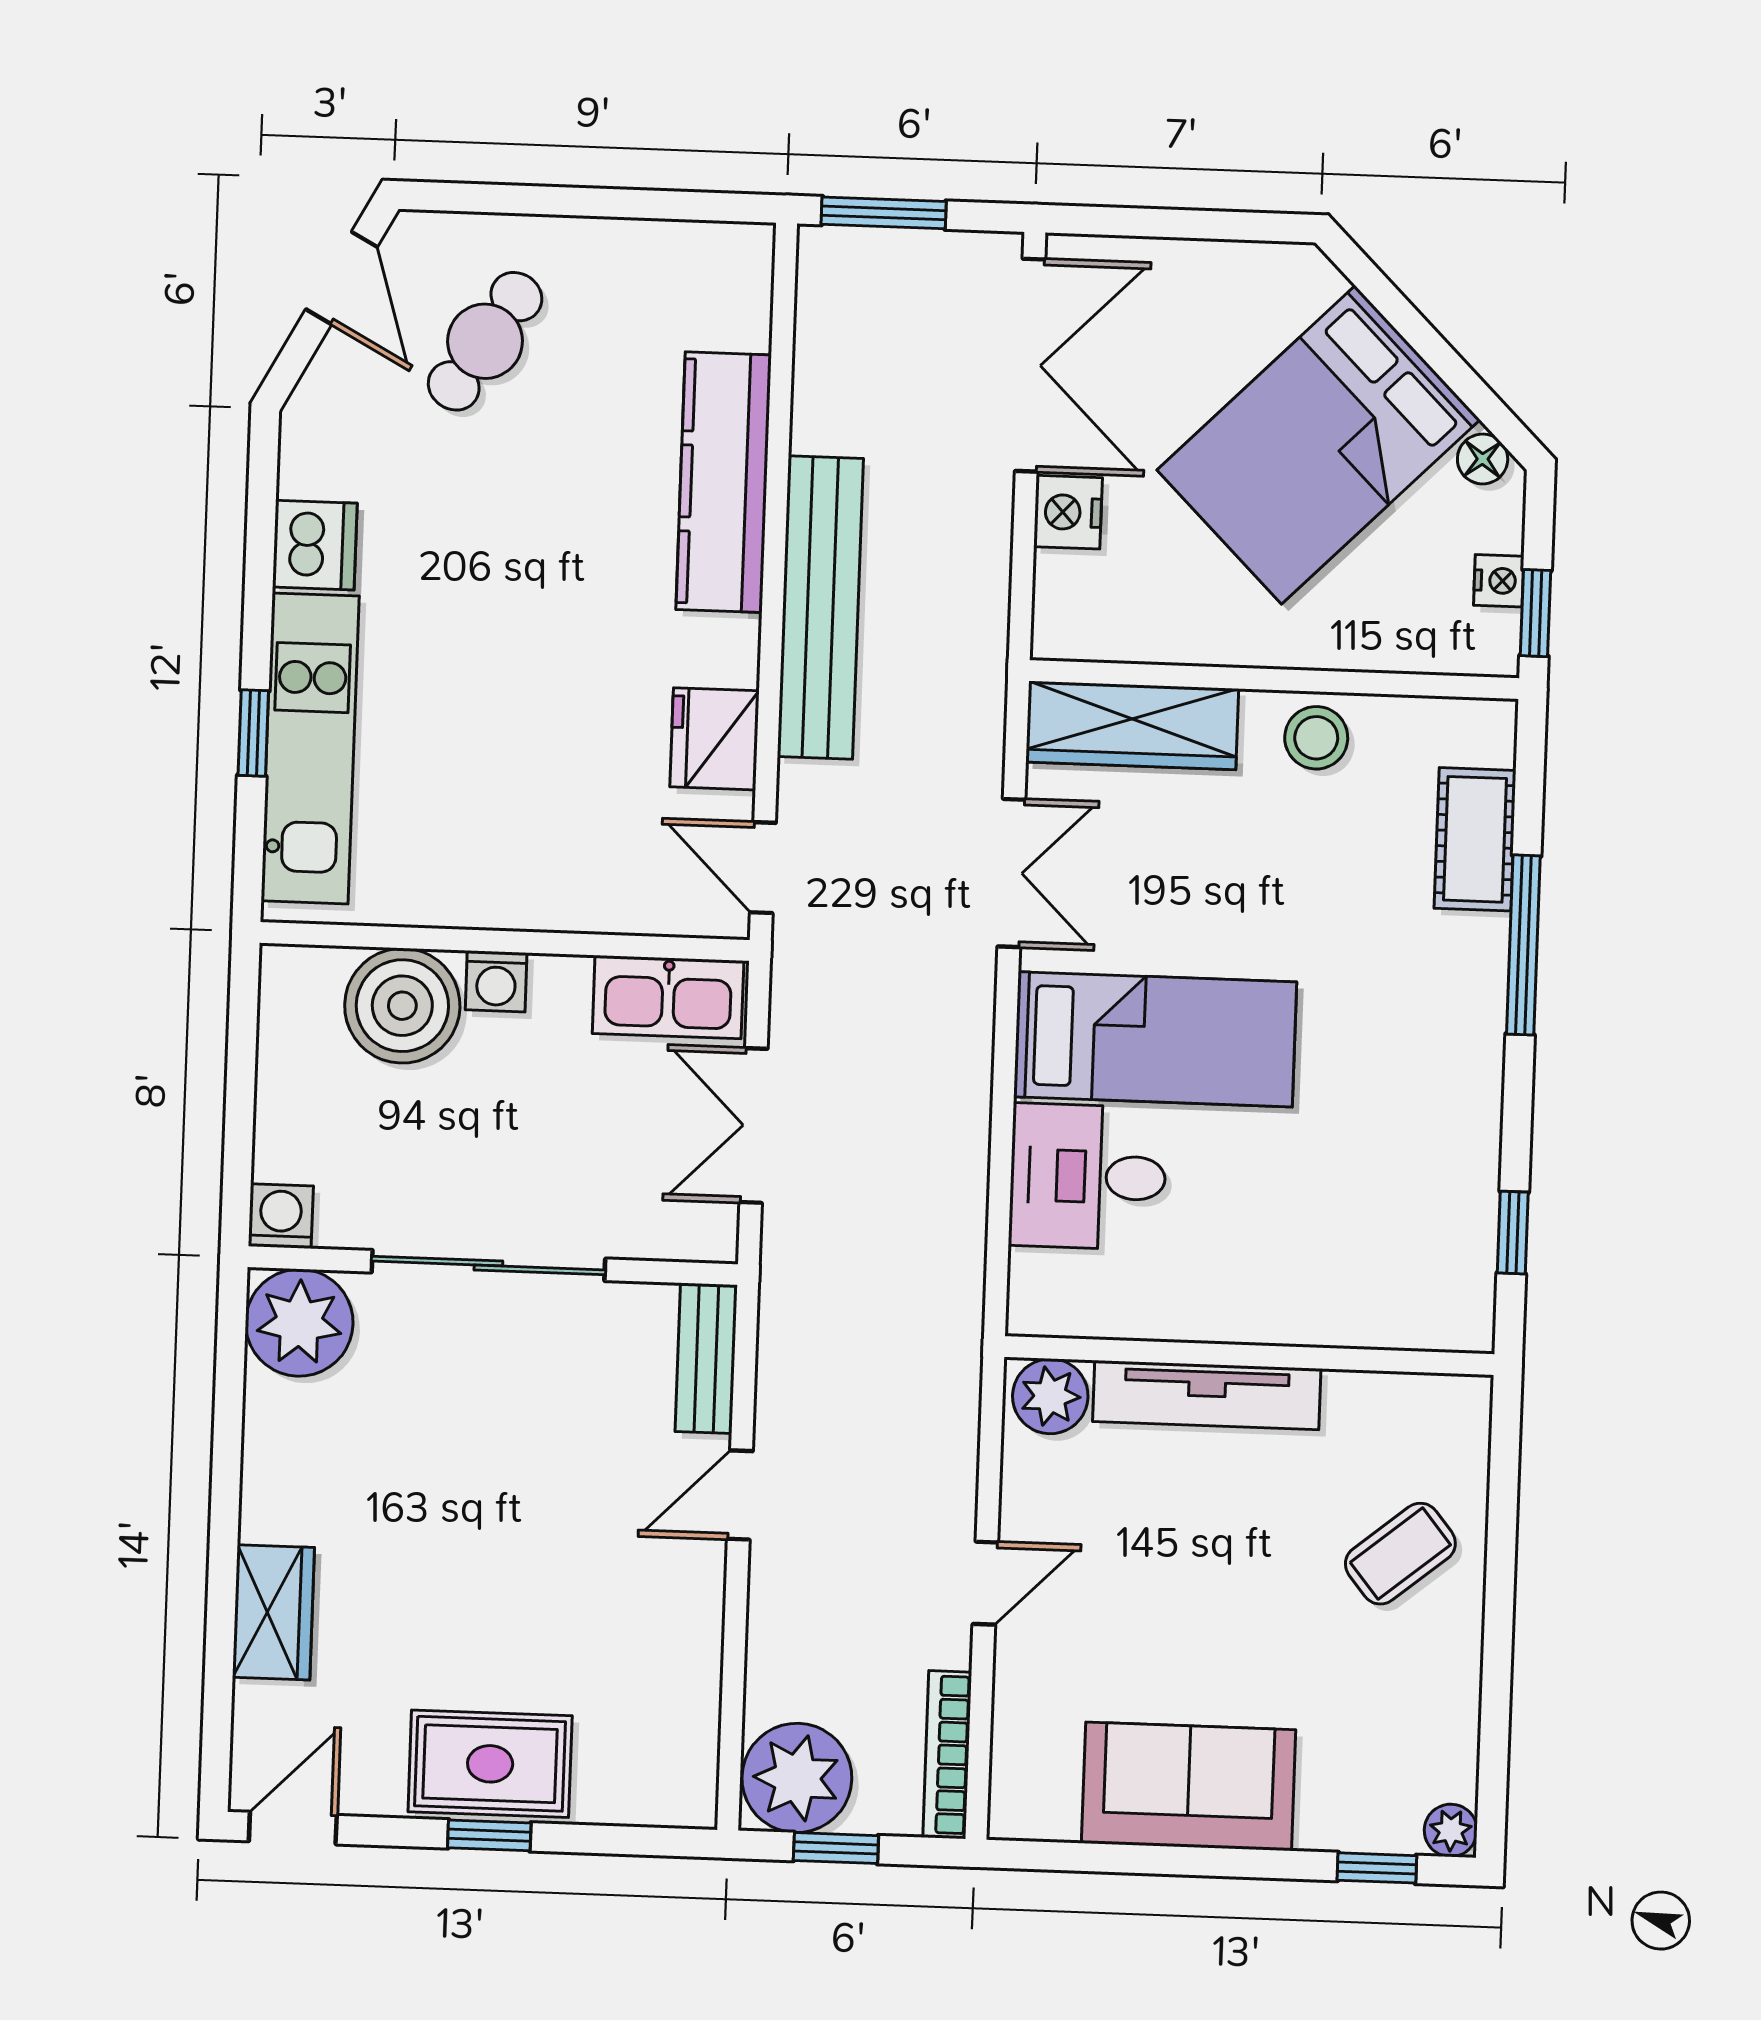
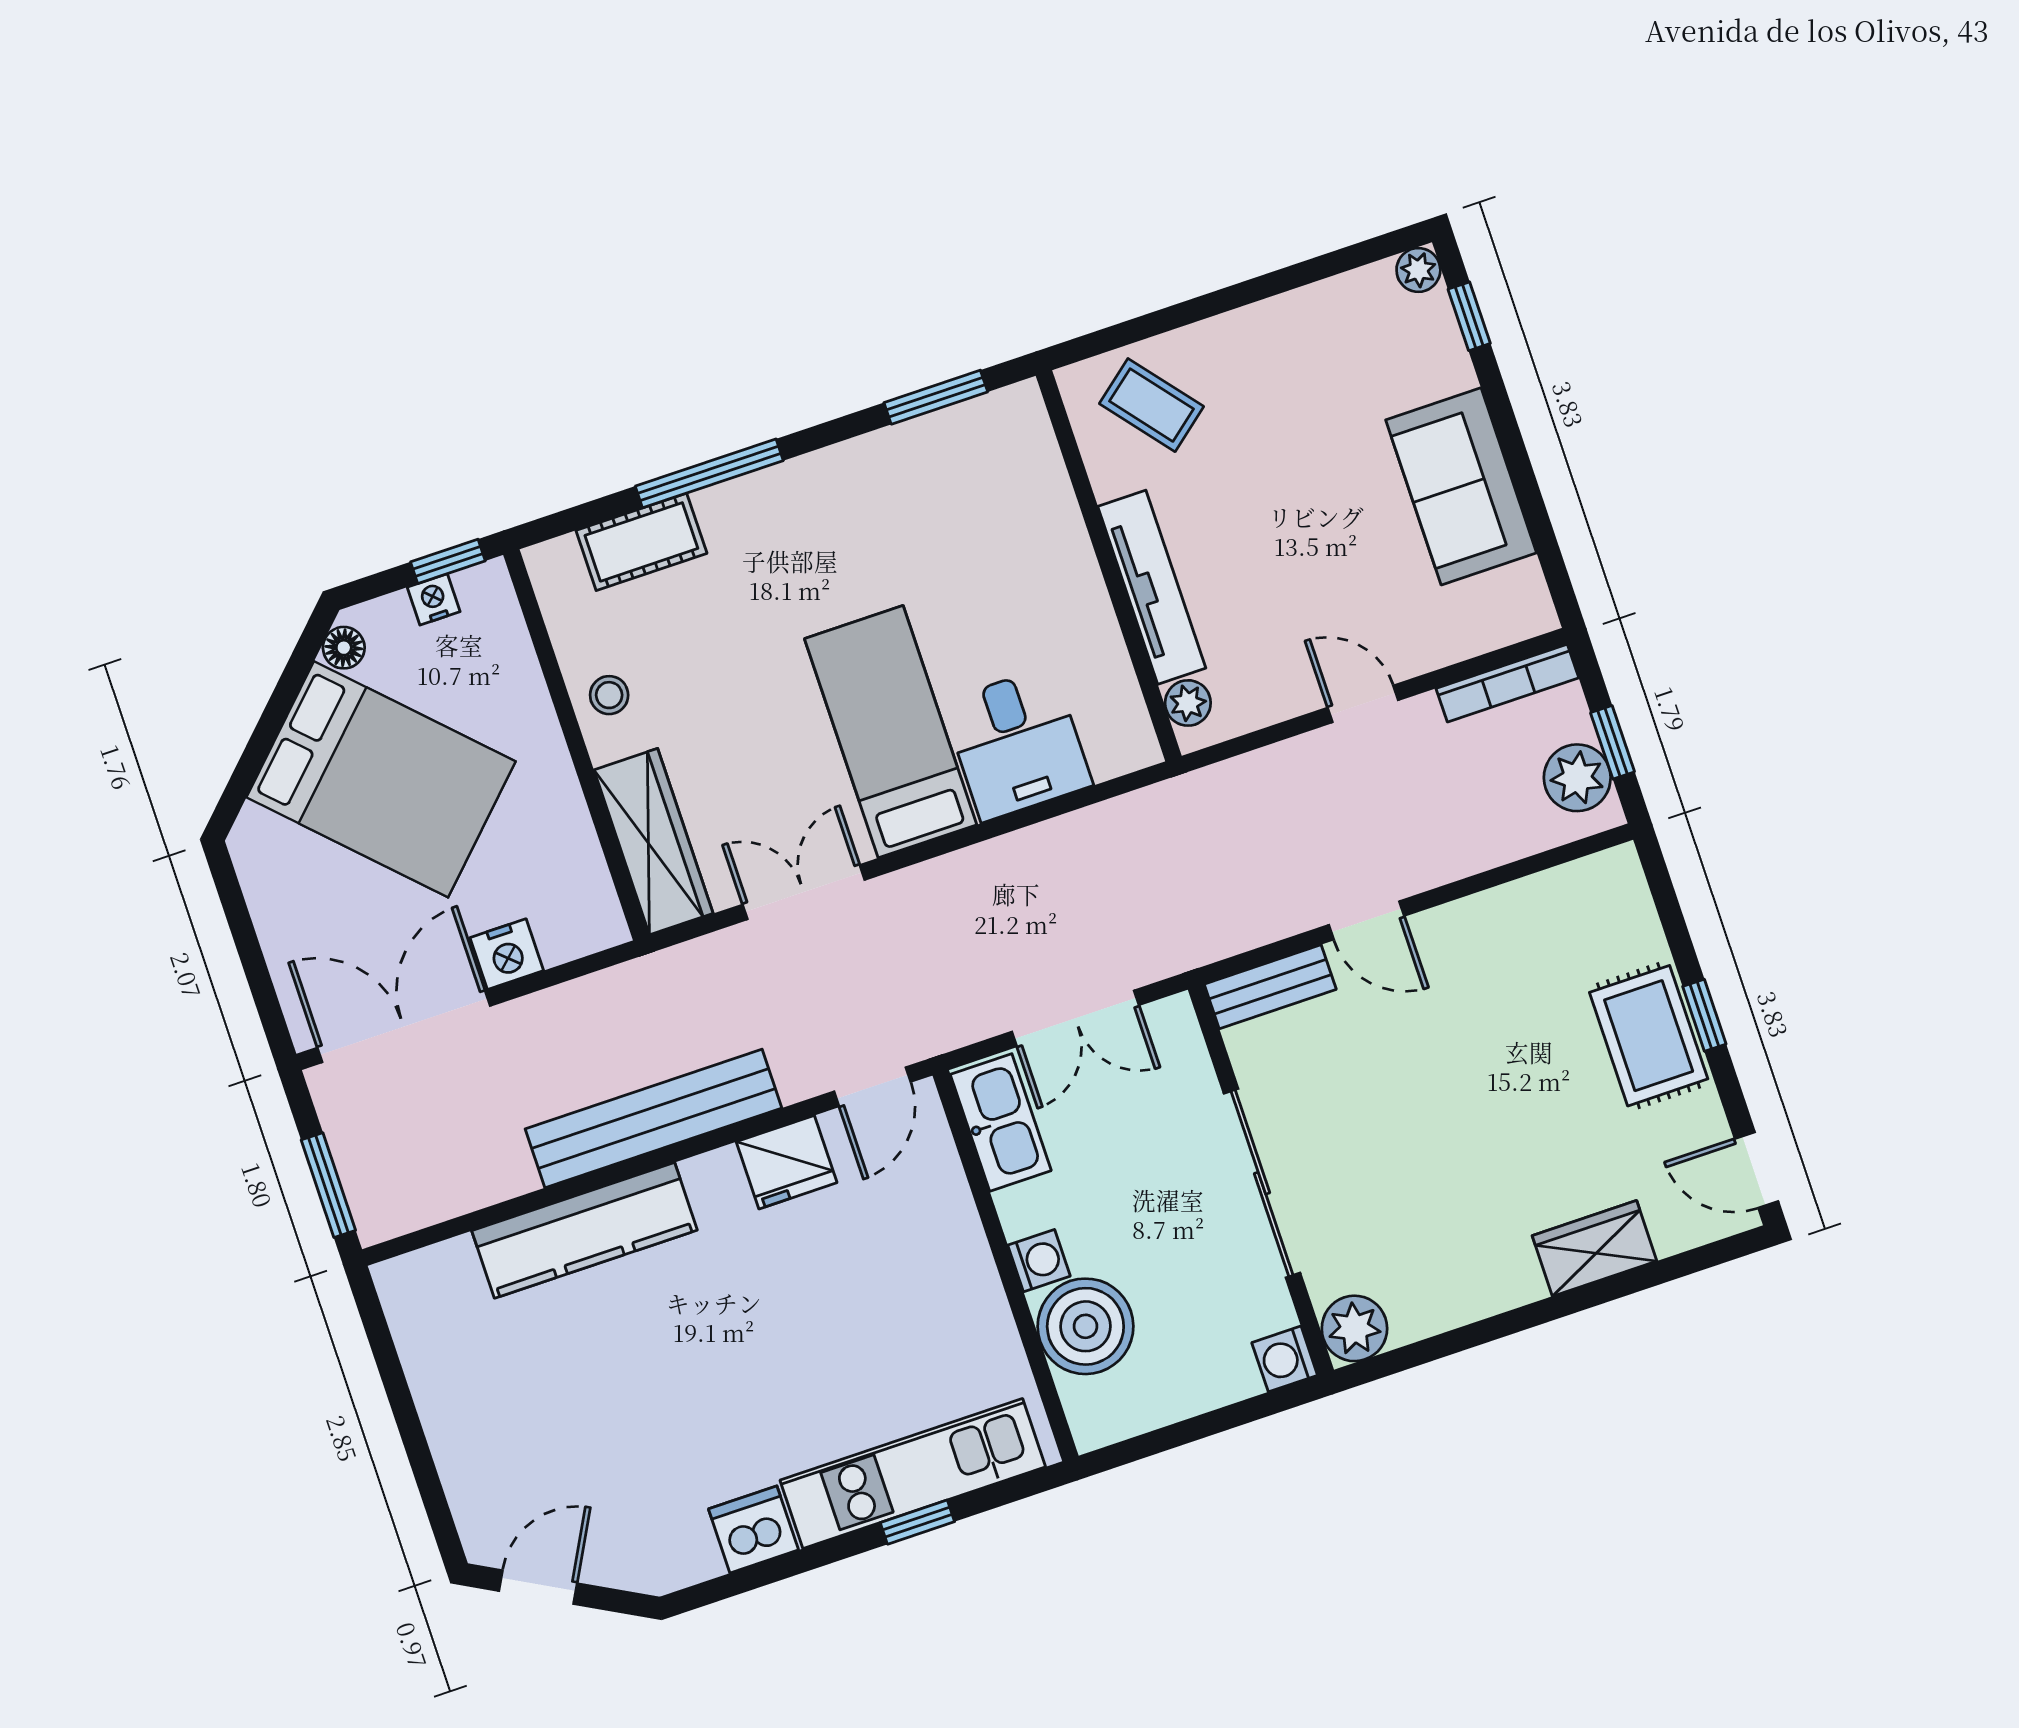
cafe table: (485, 341) -> (545, 1457), removed
stool: (1316, 738) -> (609, 695), width x0.73, depth x0.73
window: (1513, 1233) -> (936, 397), width x1.50
plant: (299, 1323) -> (1354, 1328), width x0.73, depth x0.73
plant: (1050, 1396) -> (1188, 703), width x0.73, depth x0.73
coffee table: (1400, 1554) -> (1152, 405), moved
plant: (797, 1778) -> (1577, 778), width x0.73, depth x0.73

